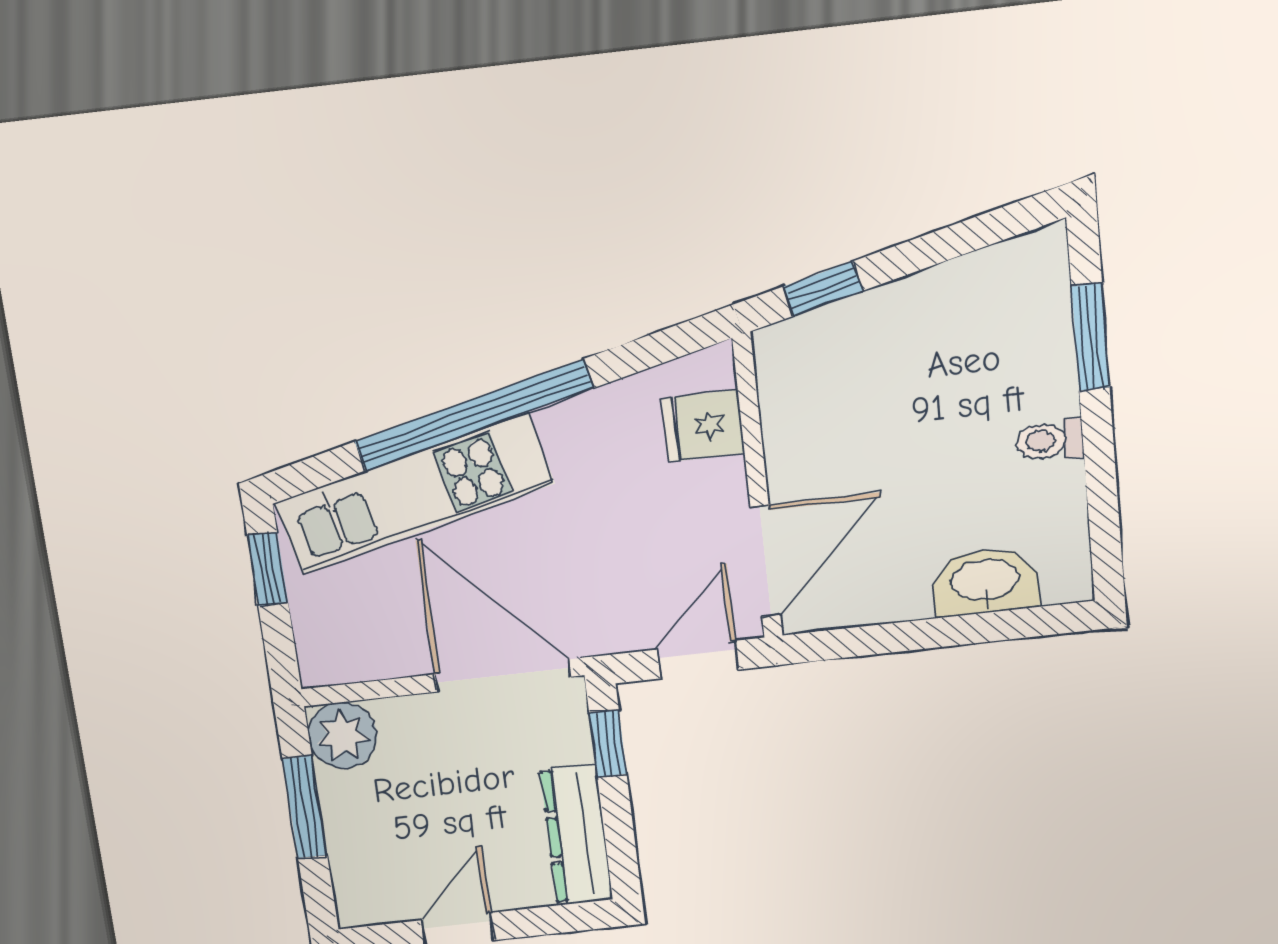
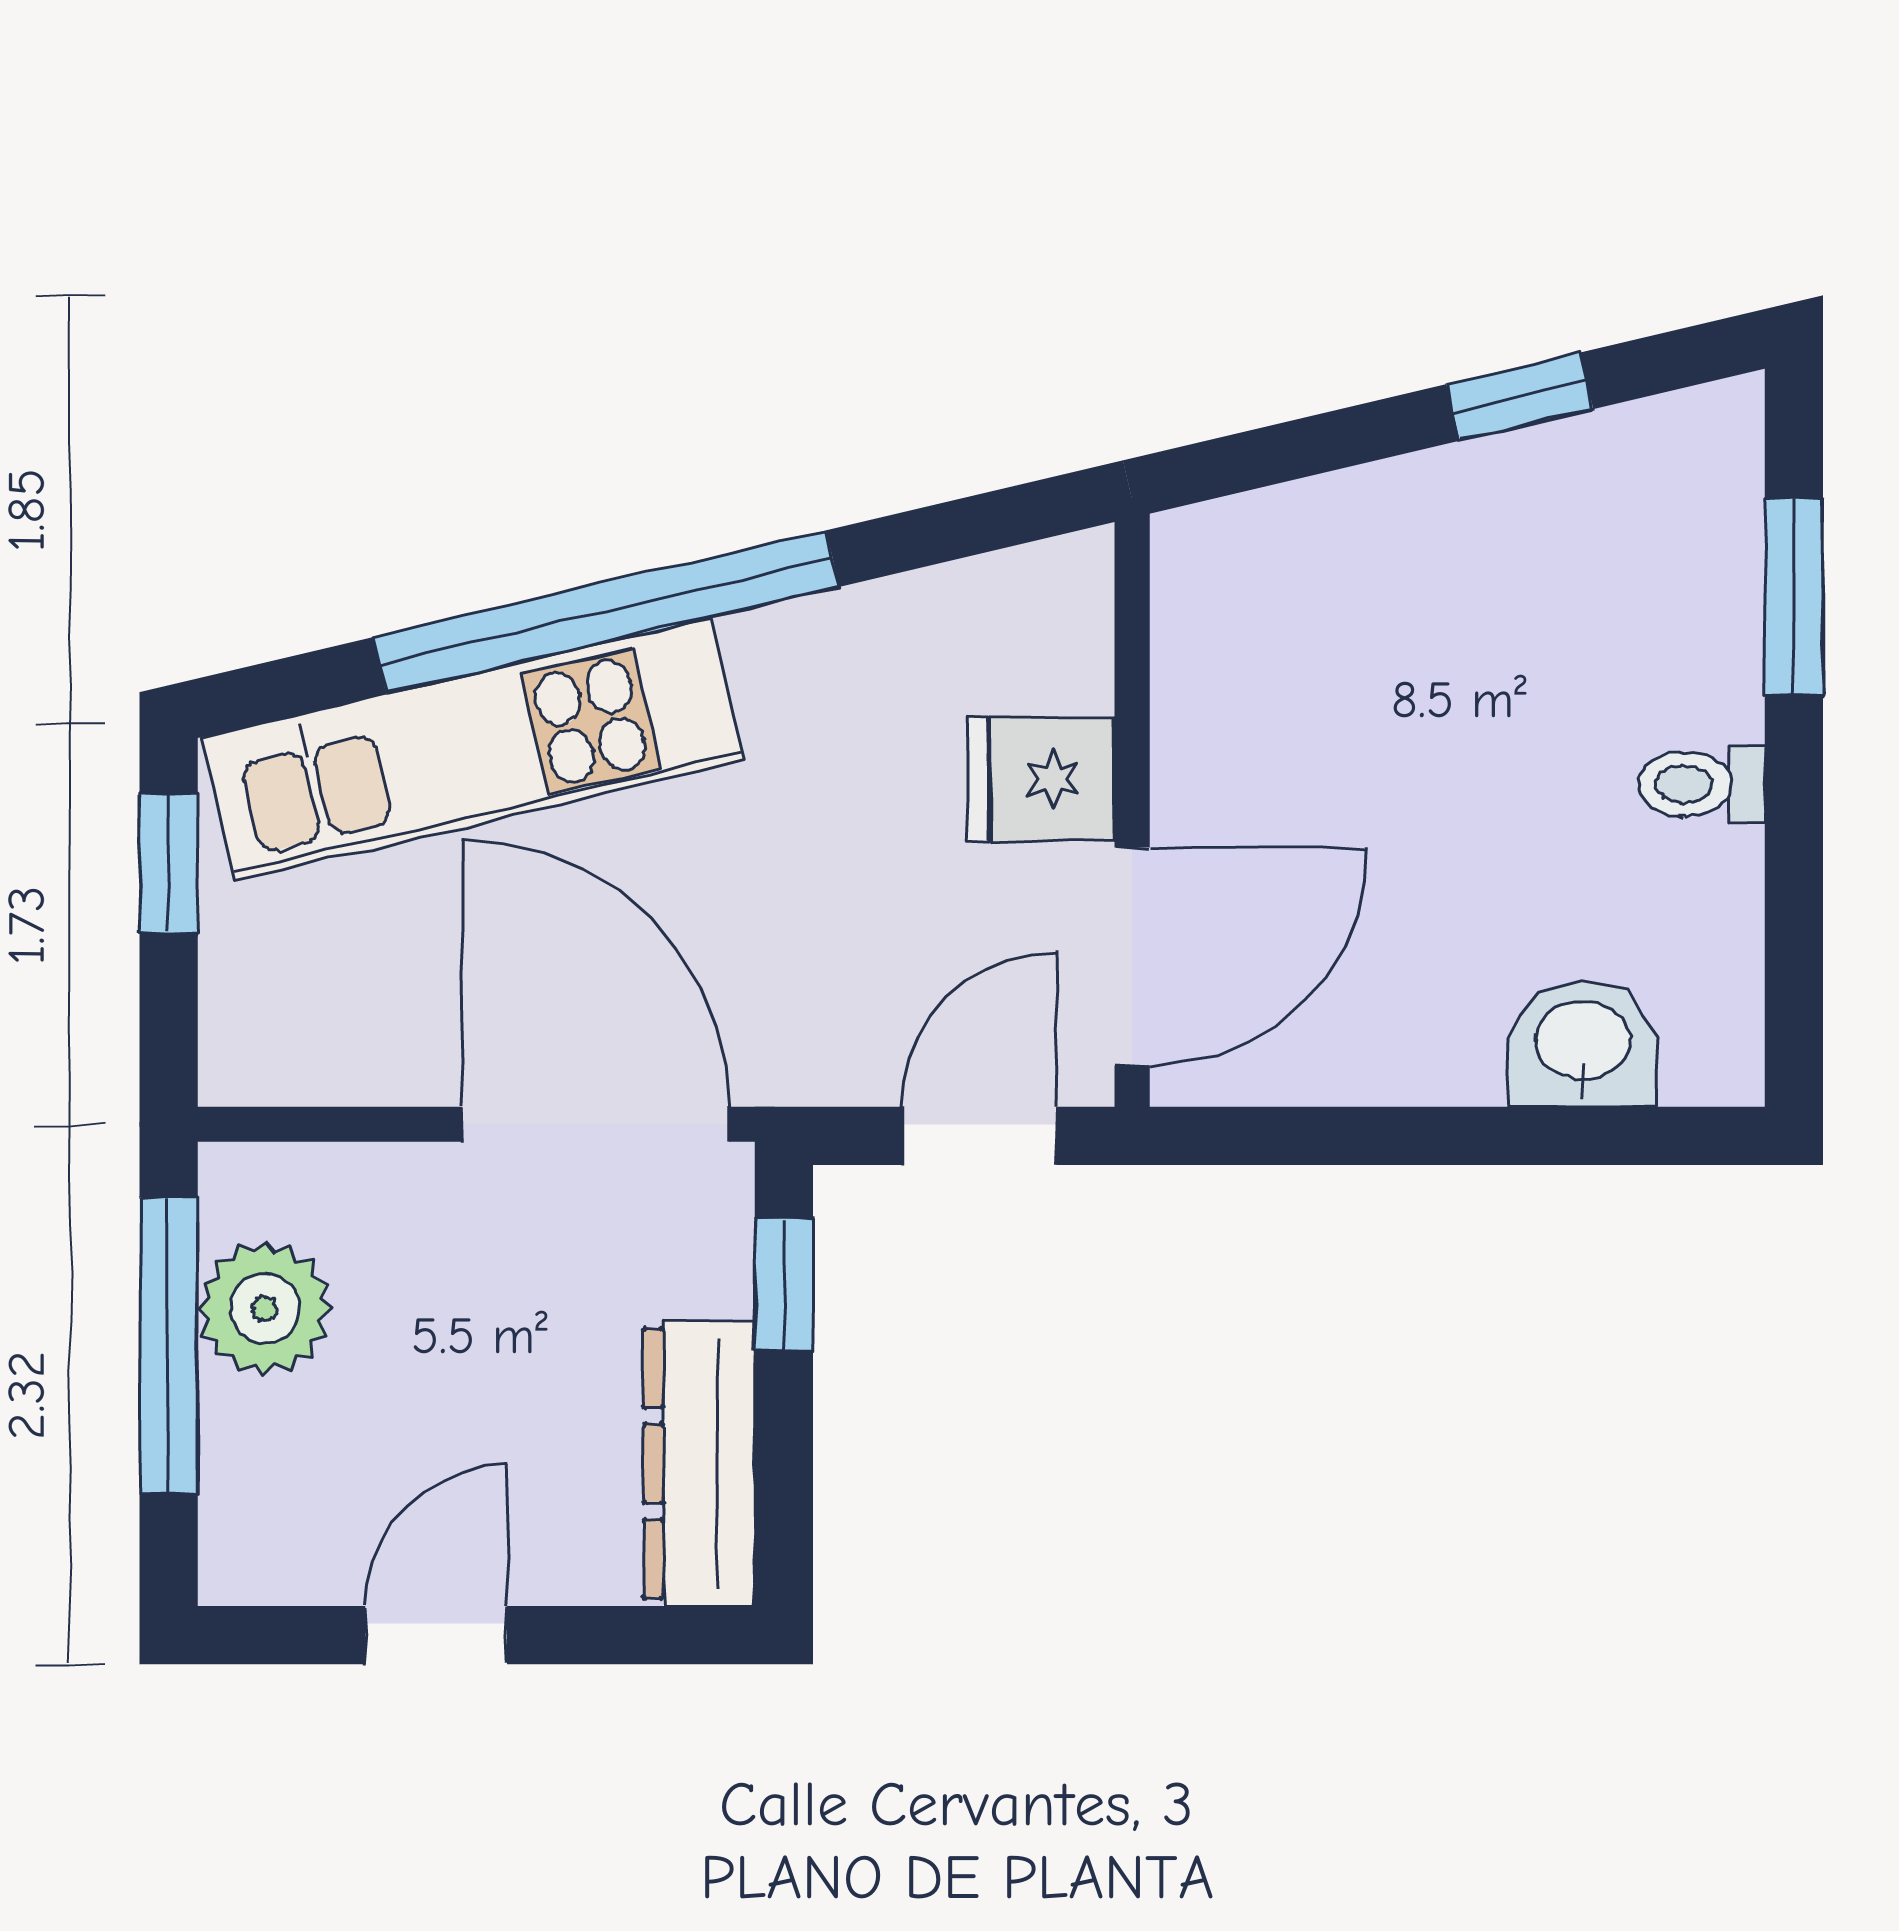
window: (823, 289) -> (1520, 397), moved
fridge: (703, 426) -> (1041, 779), moved
washbasin: (985, 581) -> (1583, 1044), width x0.72
plant: (343, 735) -> (265, 1309), moved
window: (305, 807) -> (169, 1346), width x1.44

